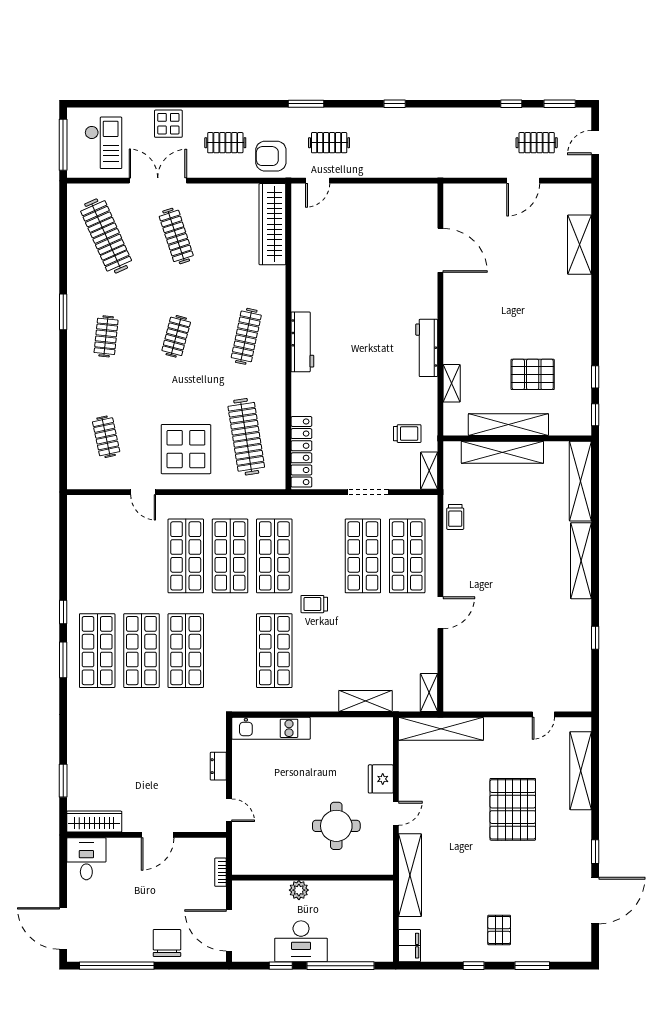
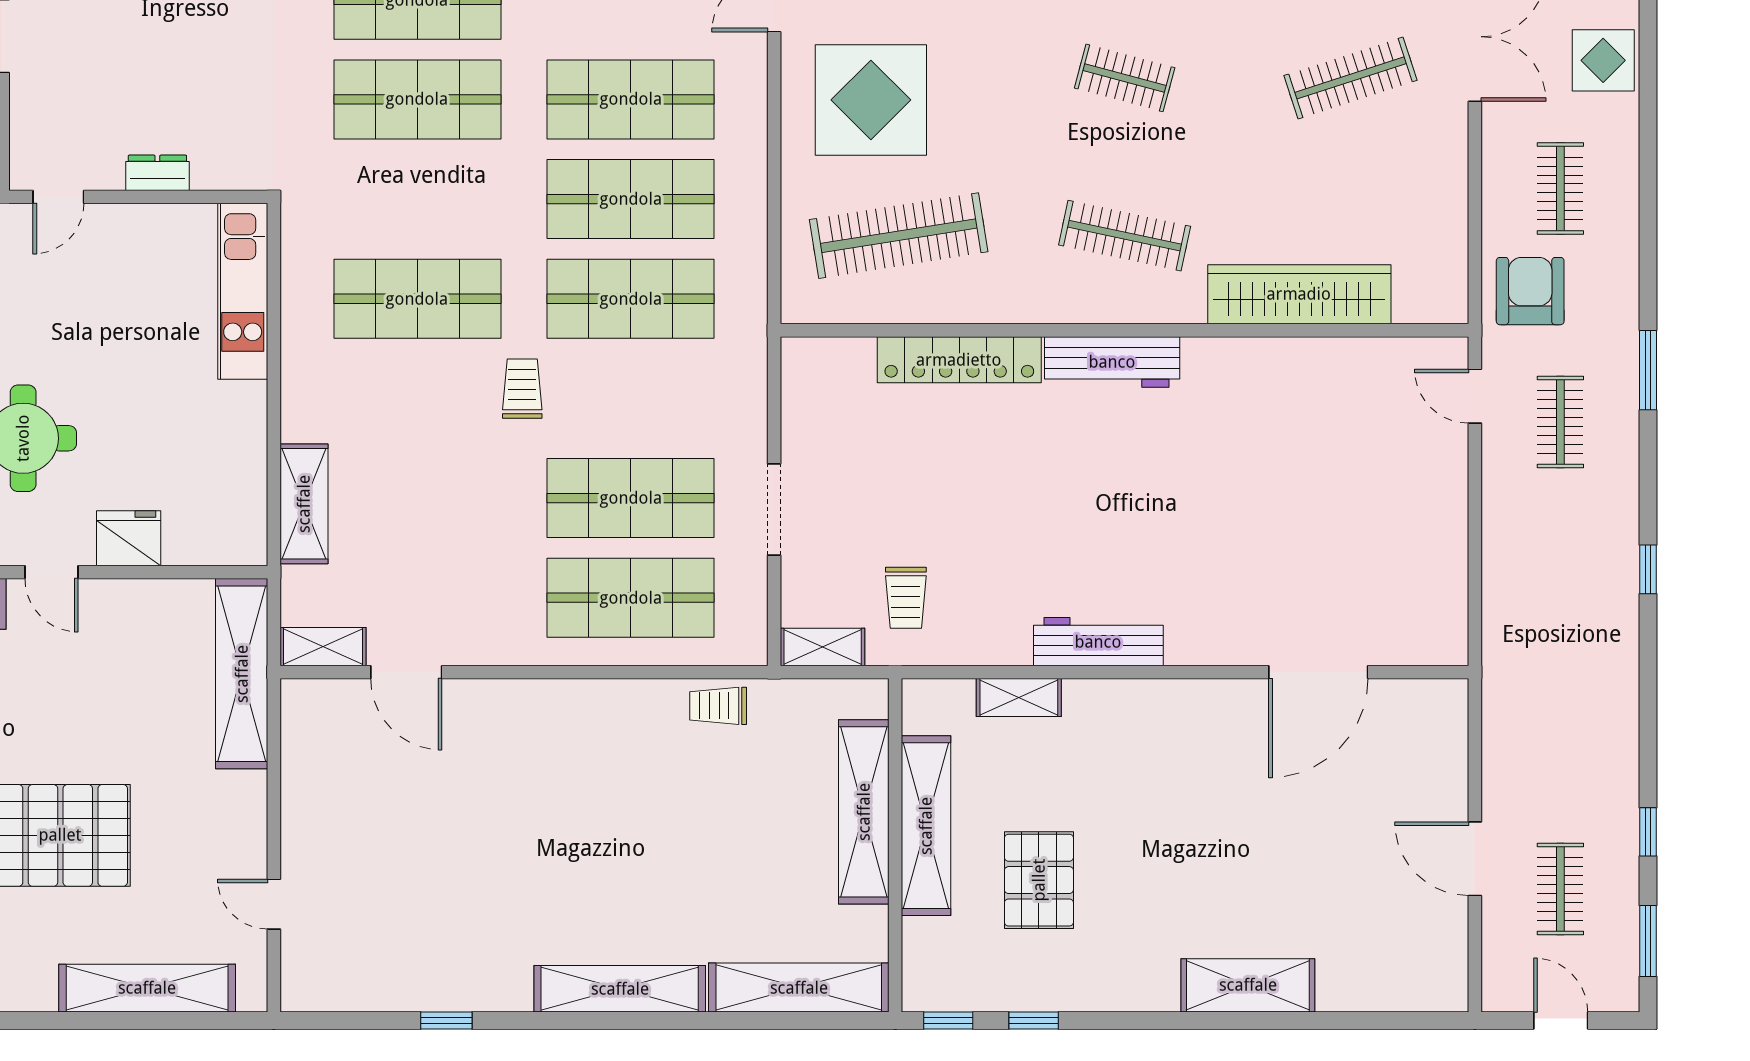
wardrobe: (272, 224) -> (1299, 294), moved
shelving: (579, 245) -> (1248, 985), moved
locker: (301, 452) -> (959, 360), moved
door: (440, 613) -> (406, 672), moved

